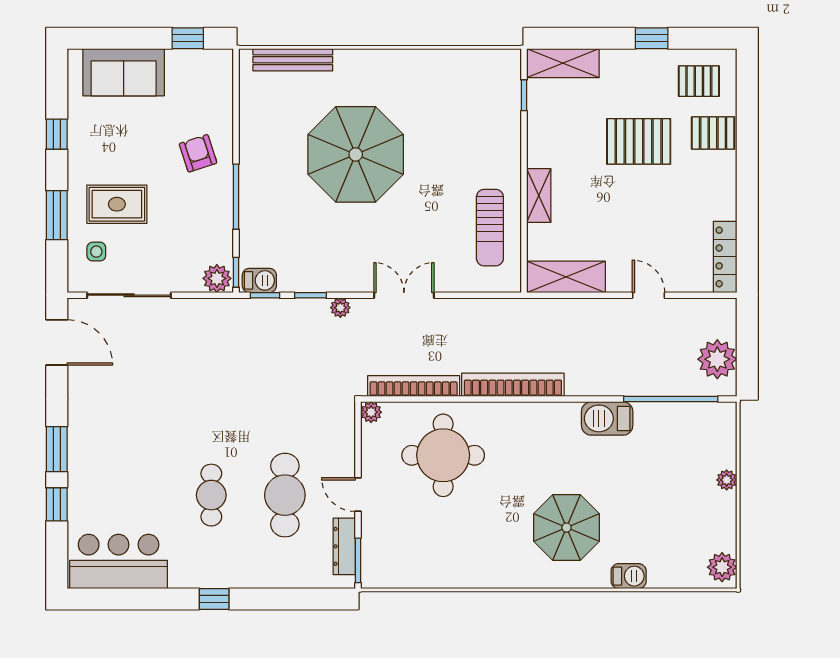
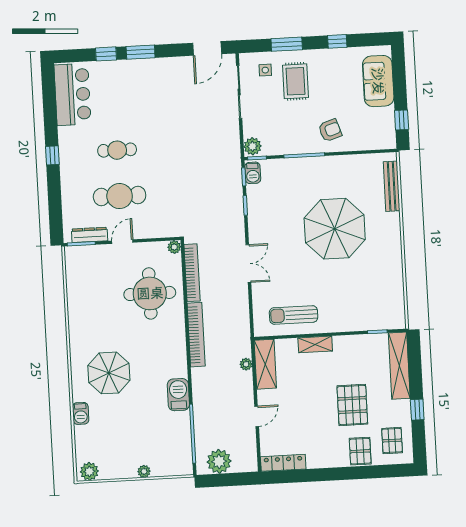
shelving: (563, 63) -> (399, 366), width x1.47
plant: (340, 308) -> (246, 364), moved

